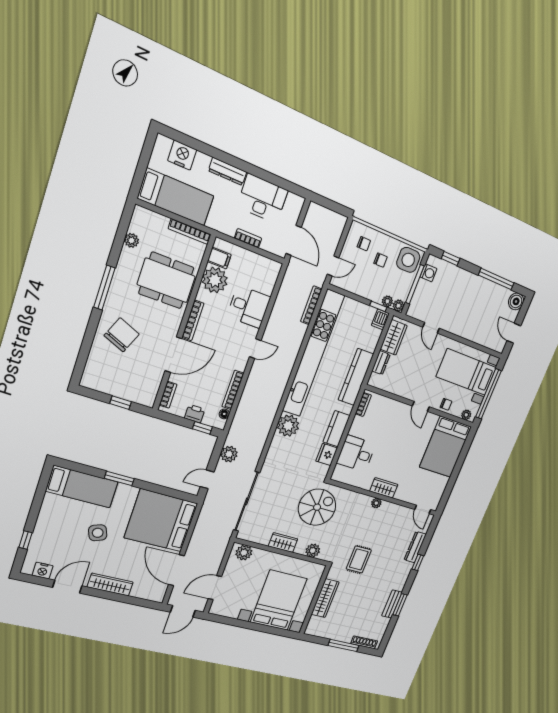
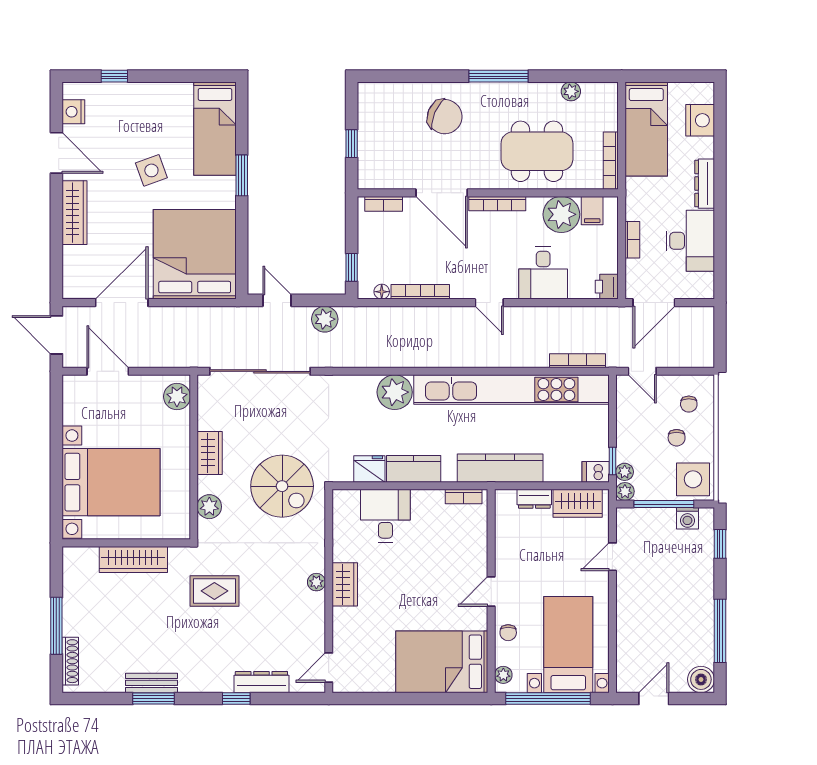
dining table: (166, 280) -> (537, 151), turned 90
printer: (195, 414) -> (607, 287), moved, turned 180

